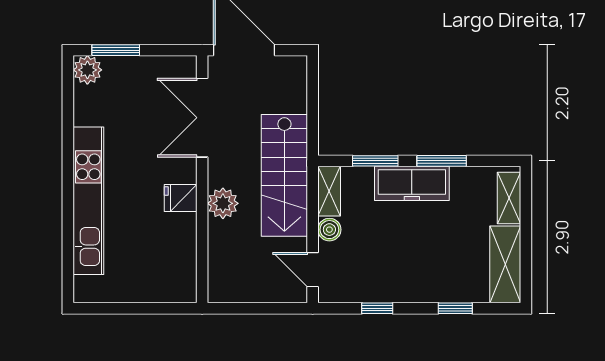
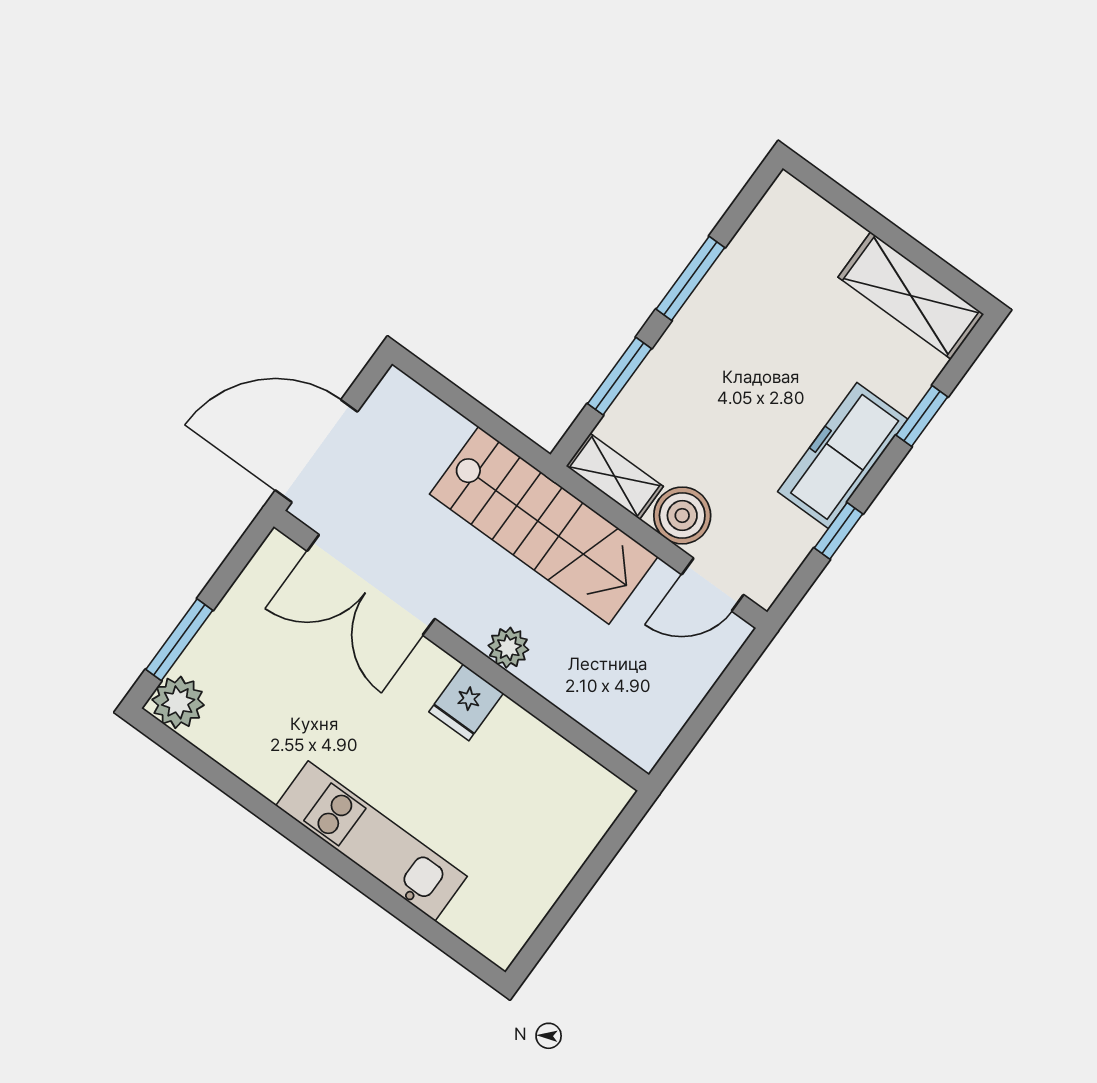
freezer: (412, 183) -> (843, 455), moved, turned 180
shelving: (509, 198) -> (817, 219), removed
kitchen unit: (88, 201) -> (372, 841), width x0.73
plant: (223, 203) -> (508, 648), width x0.73, depth x0.73
boiler: (329, 230) -> (682, 515), width x1.36, depth x1.36

